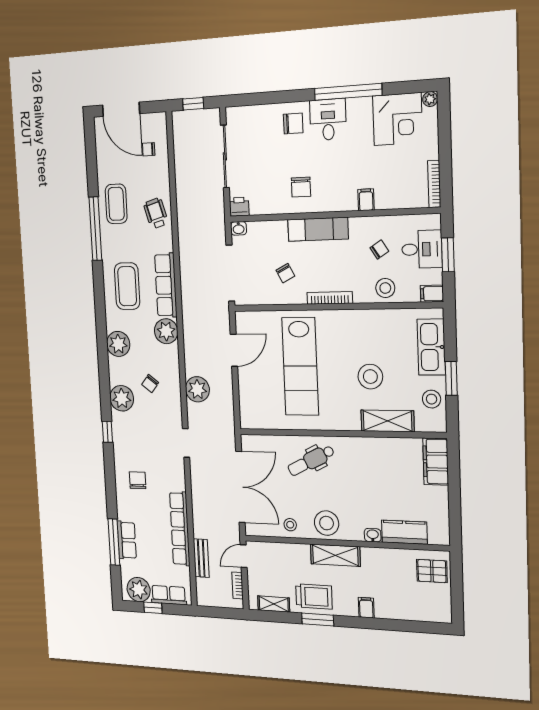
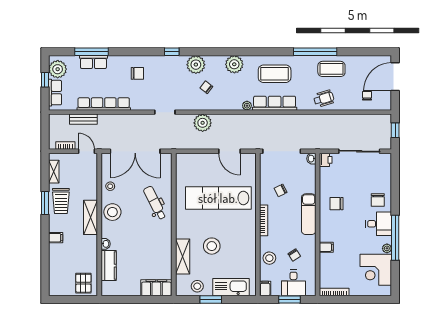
plant: (430, 99) -> (387, 248), moved
plant: (166, 331) -> (247, 106), width x0.53, depth x0.53

